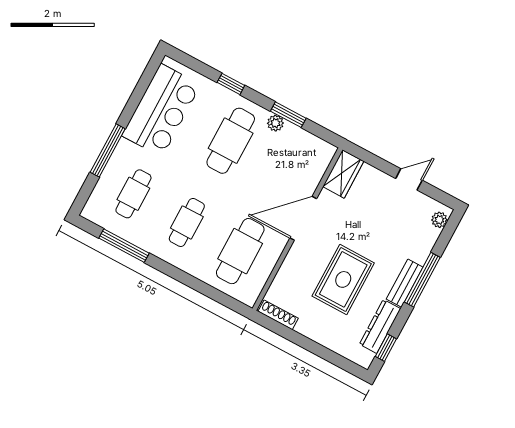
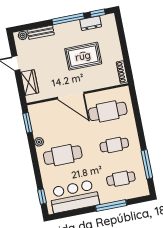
window: (231, 84) -> (42, 197), moved
window: (288, 115) -> (28, 123), moved
wardrobe: (343, 174) -> (30, 83), moved, turned 90
window: (422, 280) -> (68, 19), moved
bench: (405, 283) -> (41, 32), moved
dresser: (380, 326) -> (91, 23), width x0.70

